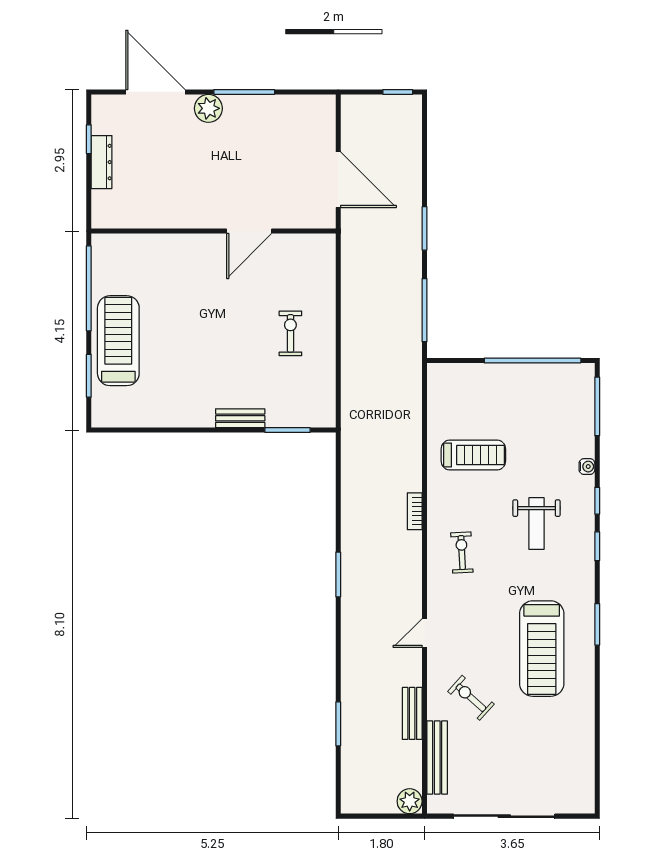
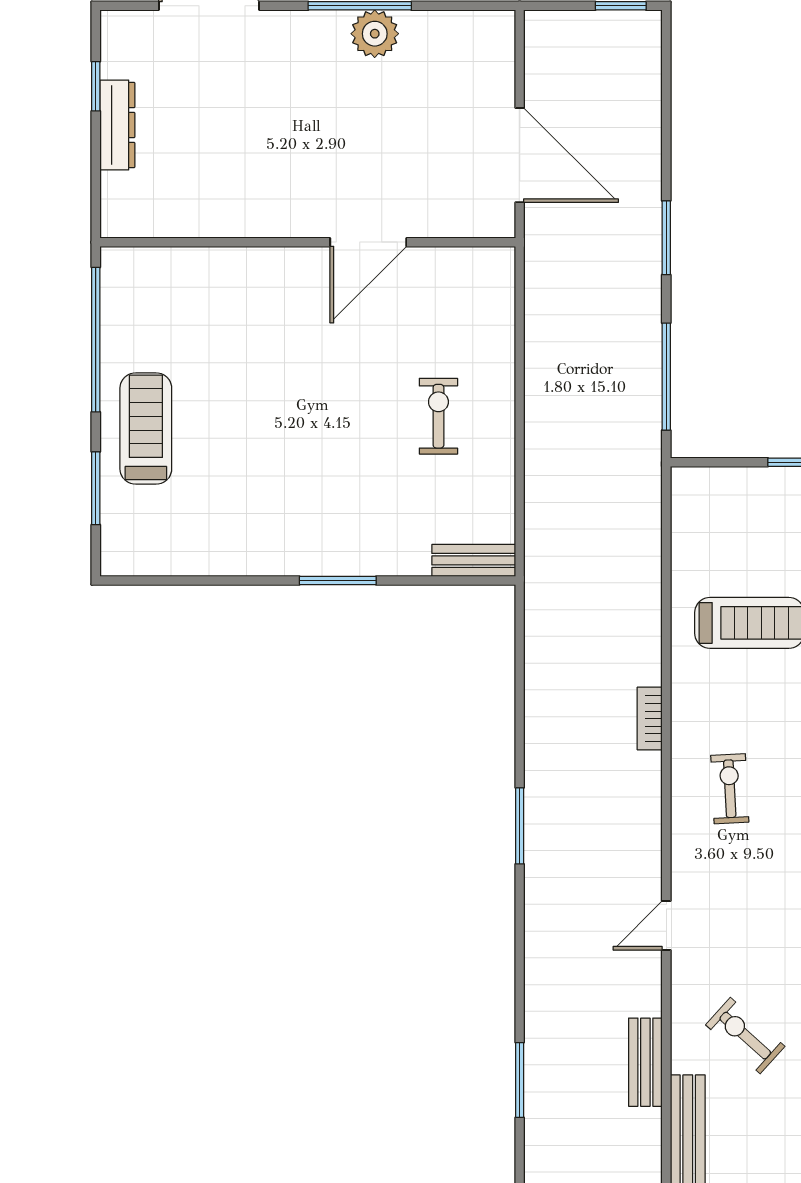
plant: (208, 108) -> (375, 34), moved
treadmill: (118, 341) -> (146, 429), width x0.73, depth x0.73
bench: (240, 418) -> (474, 560), moved
window: (288, 430) -> (338, 581), moved

